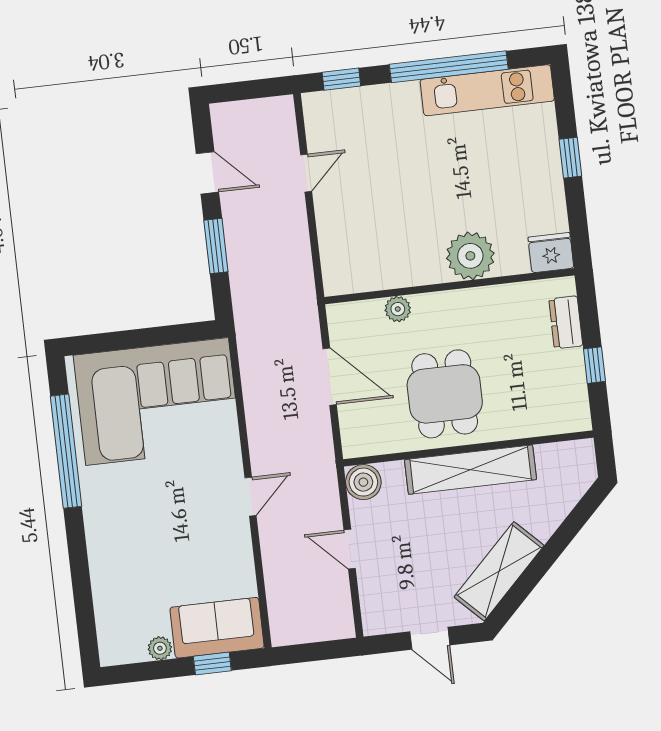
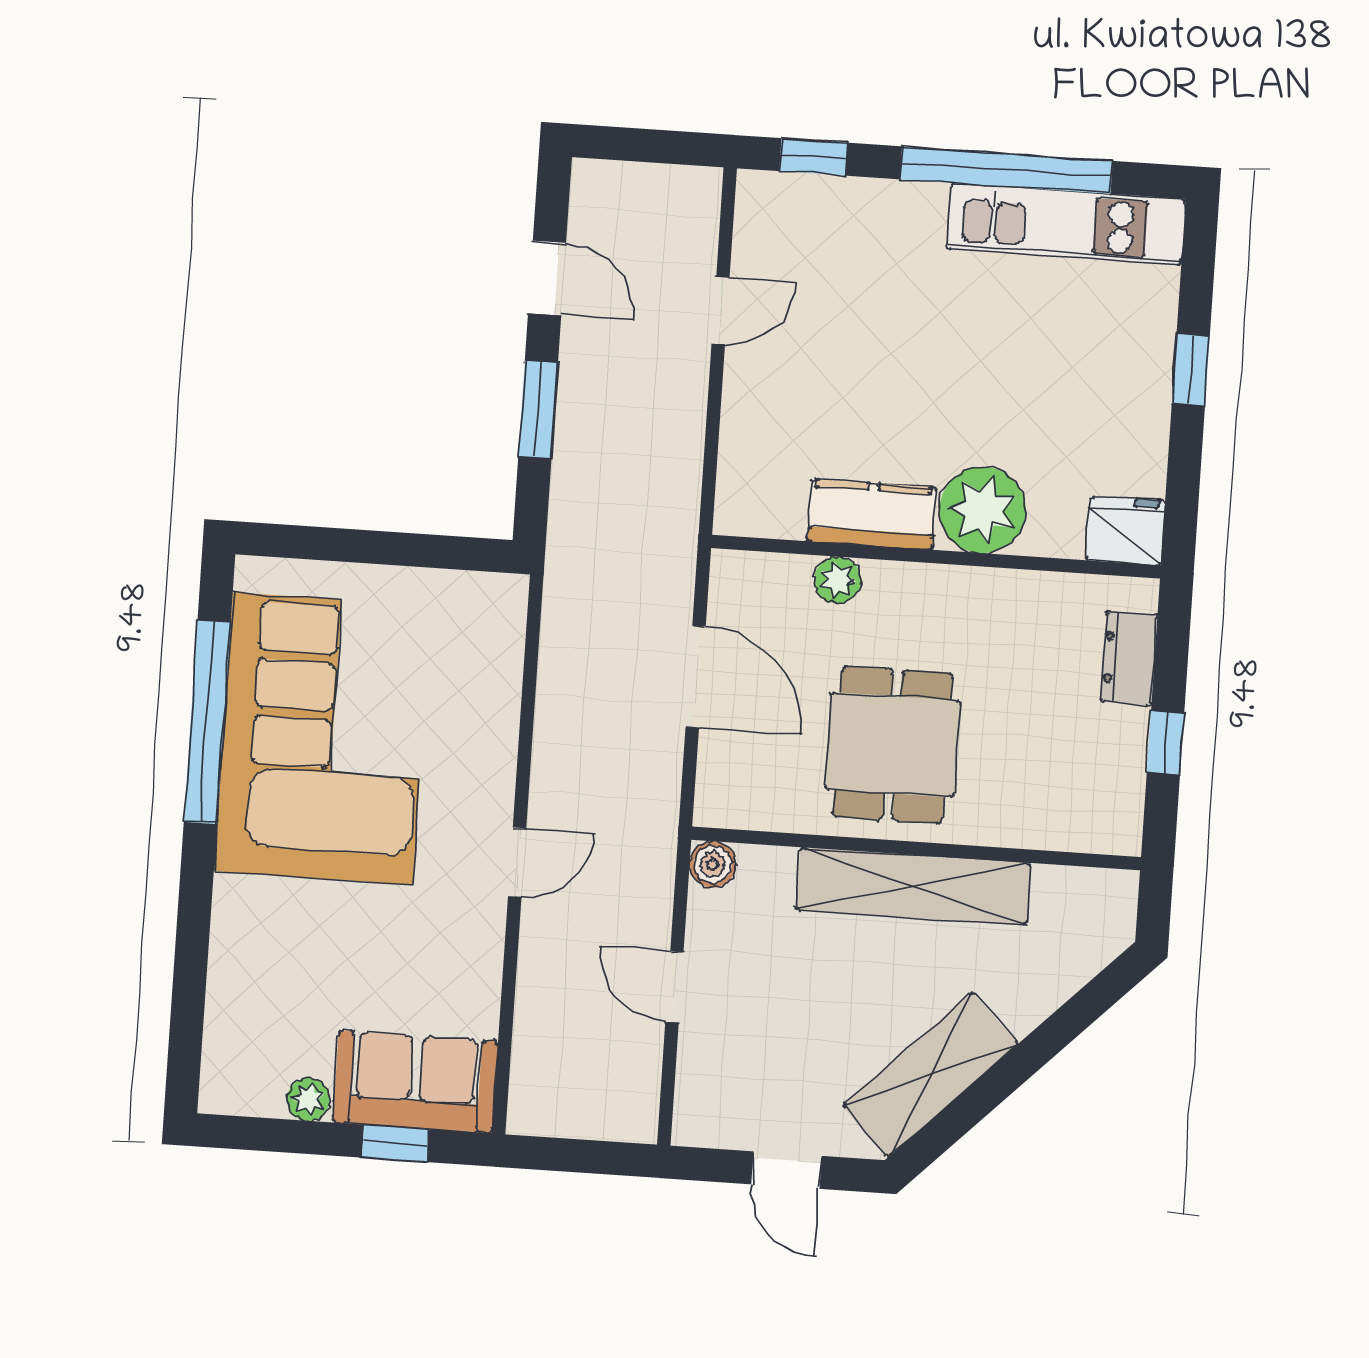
kitchen counter: (410, 270) -> (872, 514), added
corner sofa: (157, 401) -> (322, 738), moved, turned -90
boiler: (363, 482) -> (713, 864), width x0.73, depth x0.73

